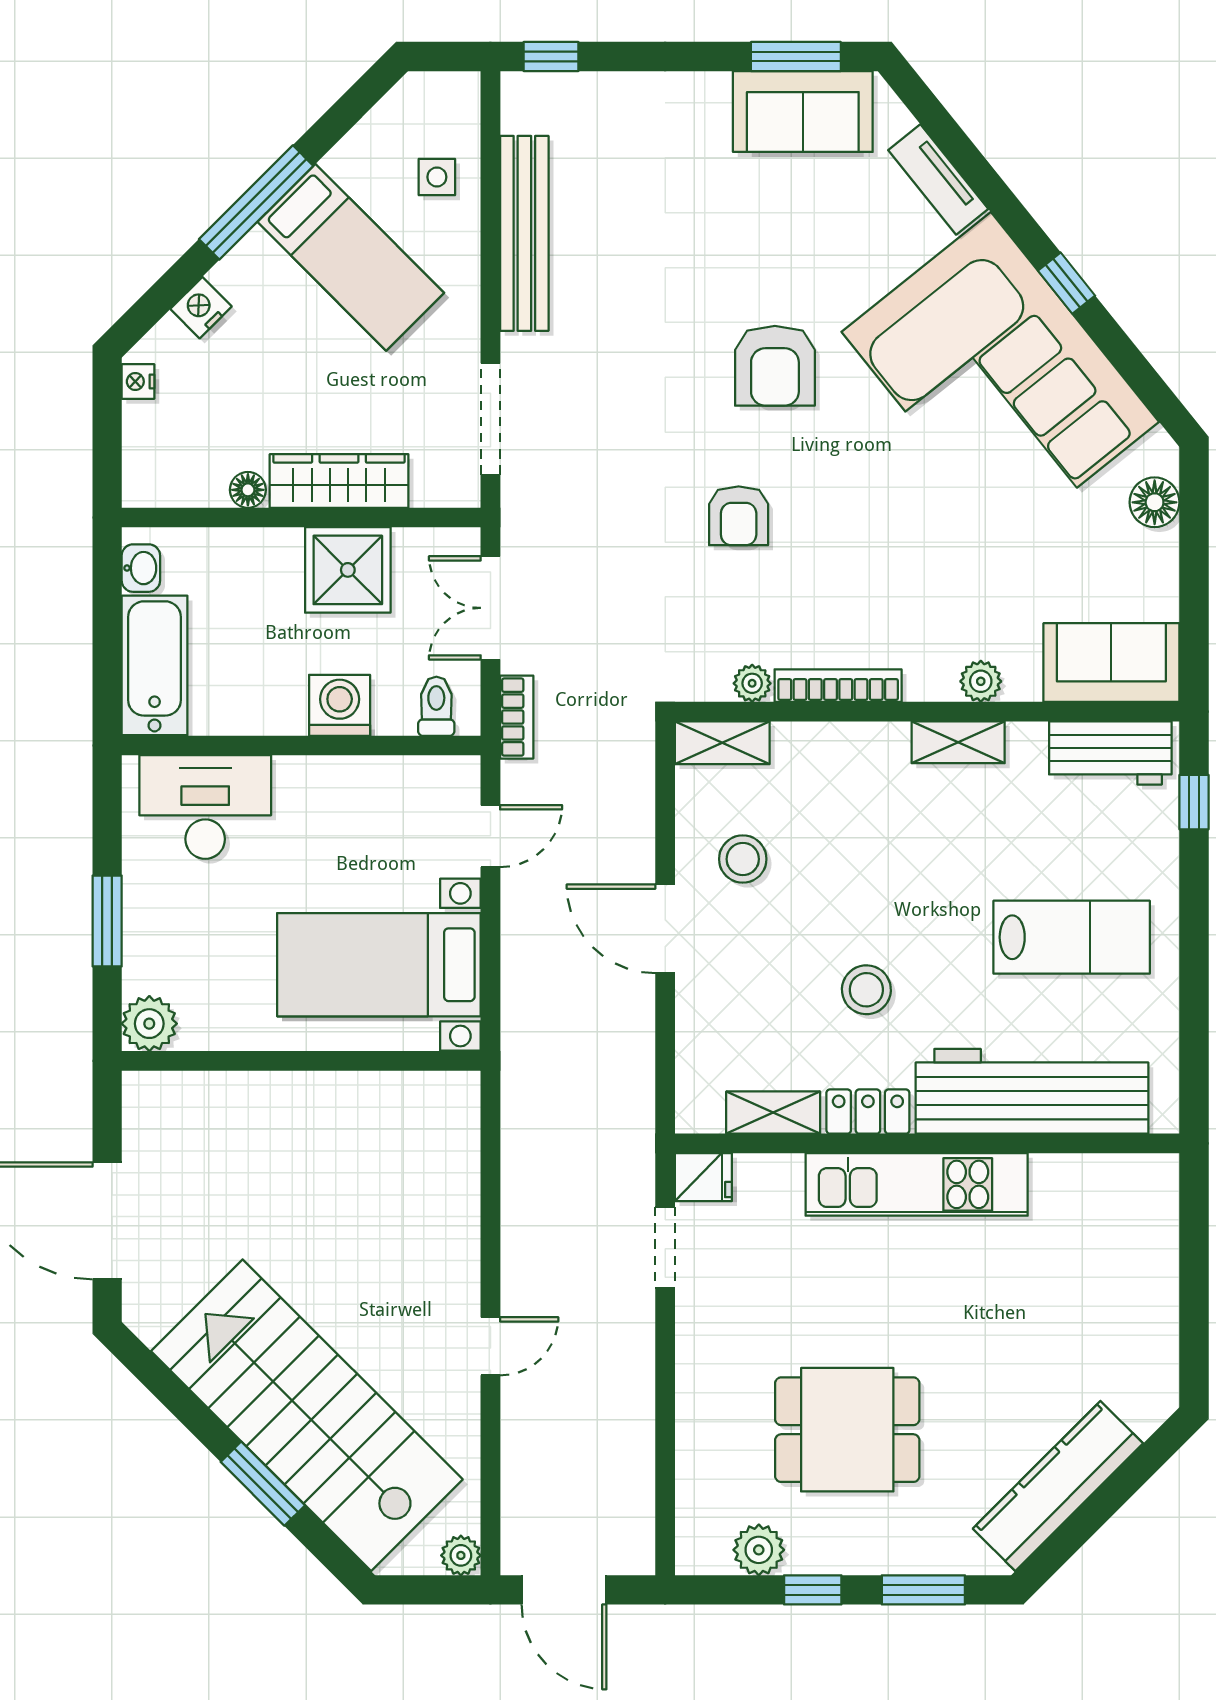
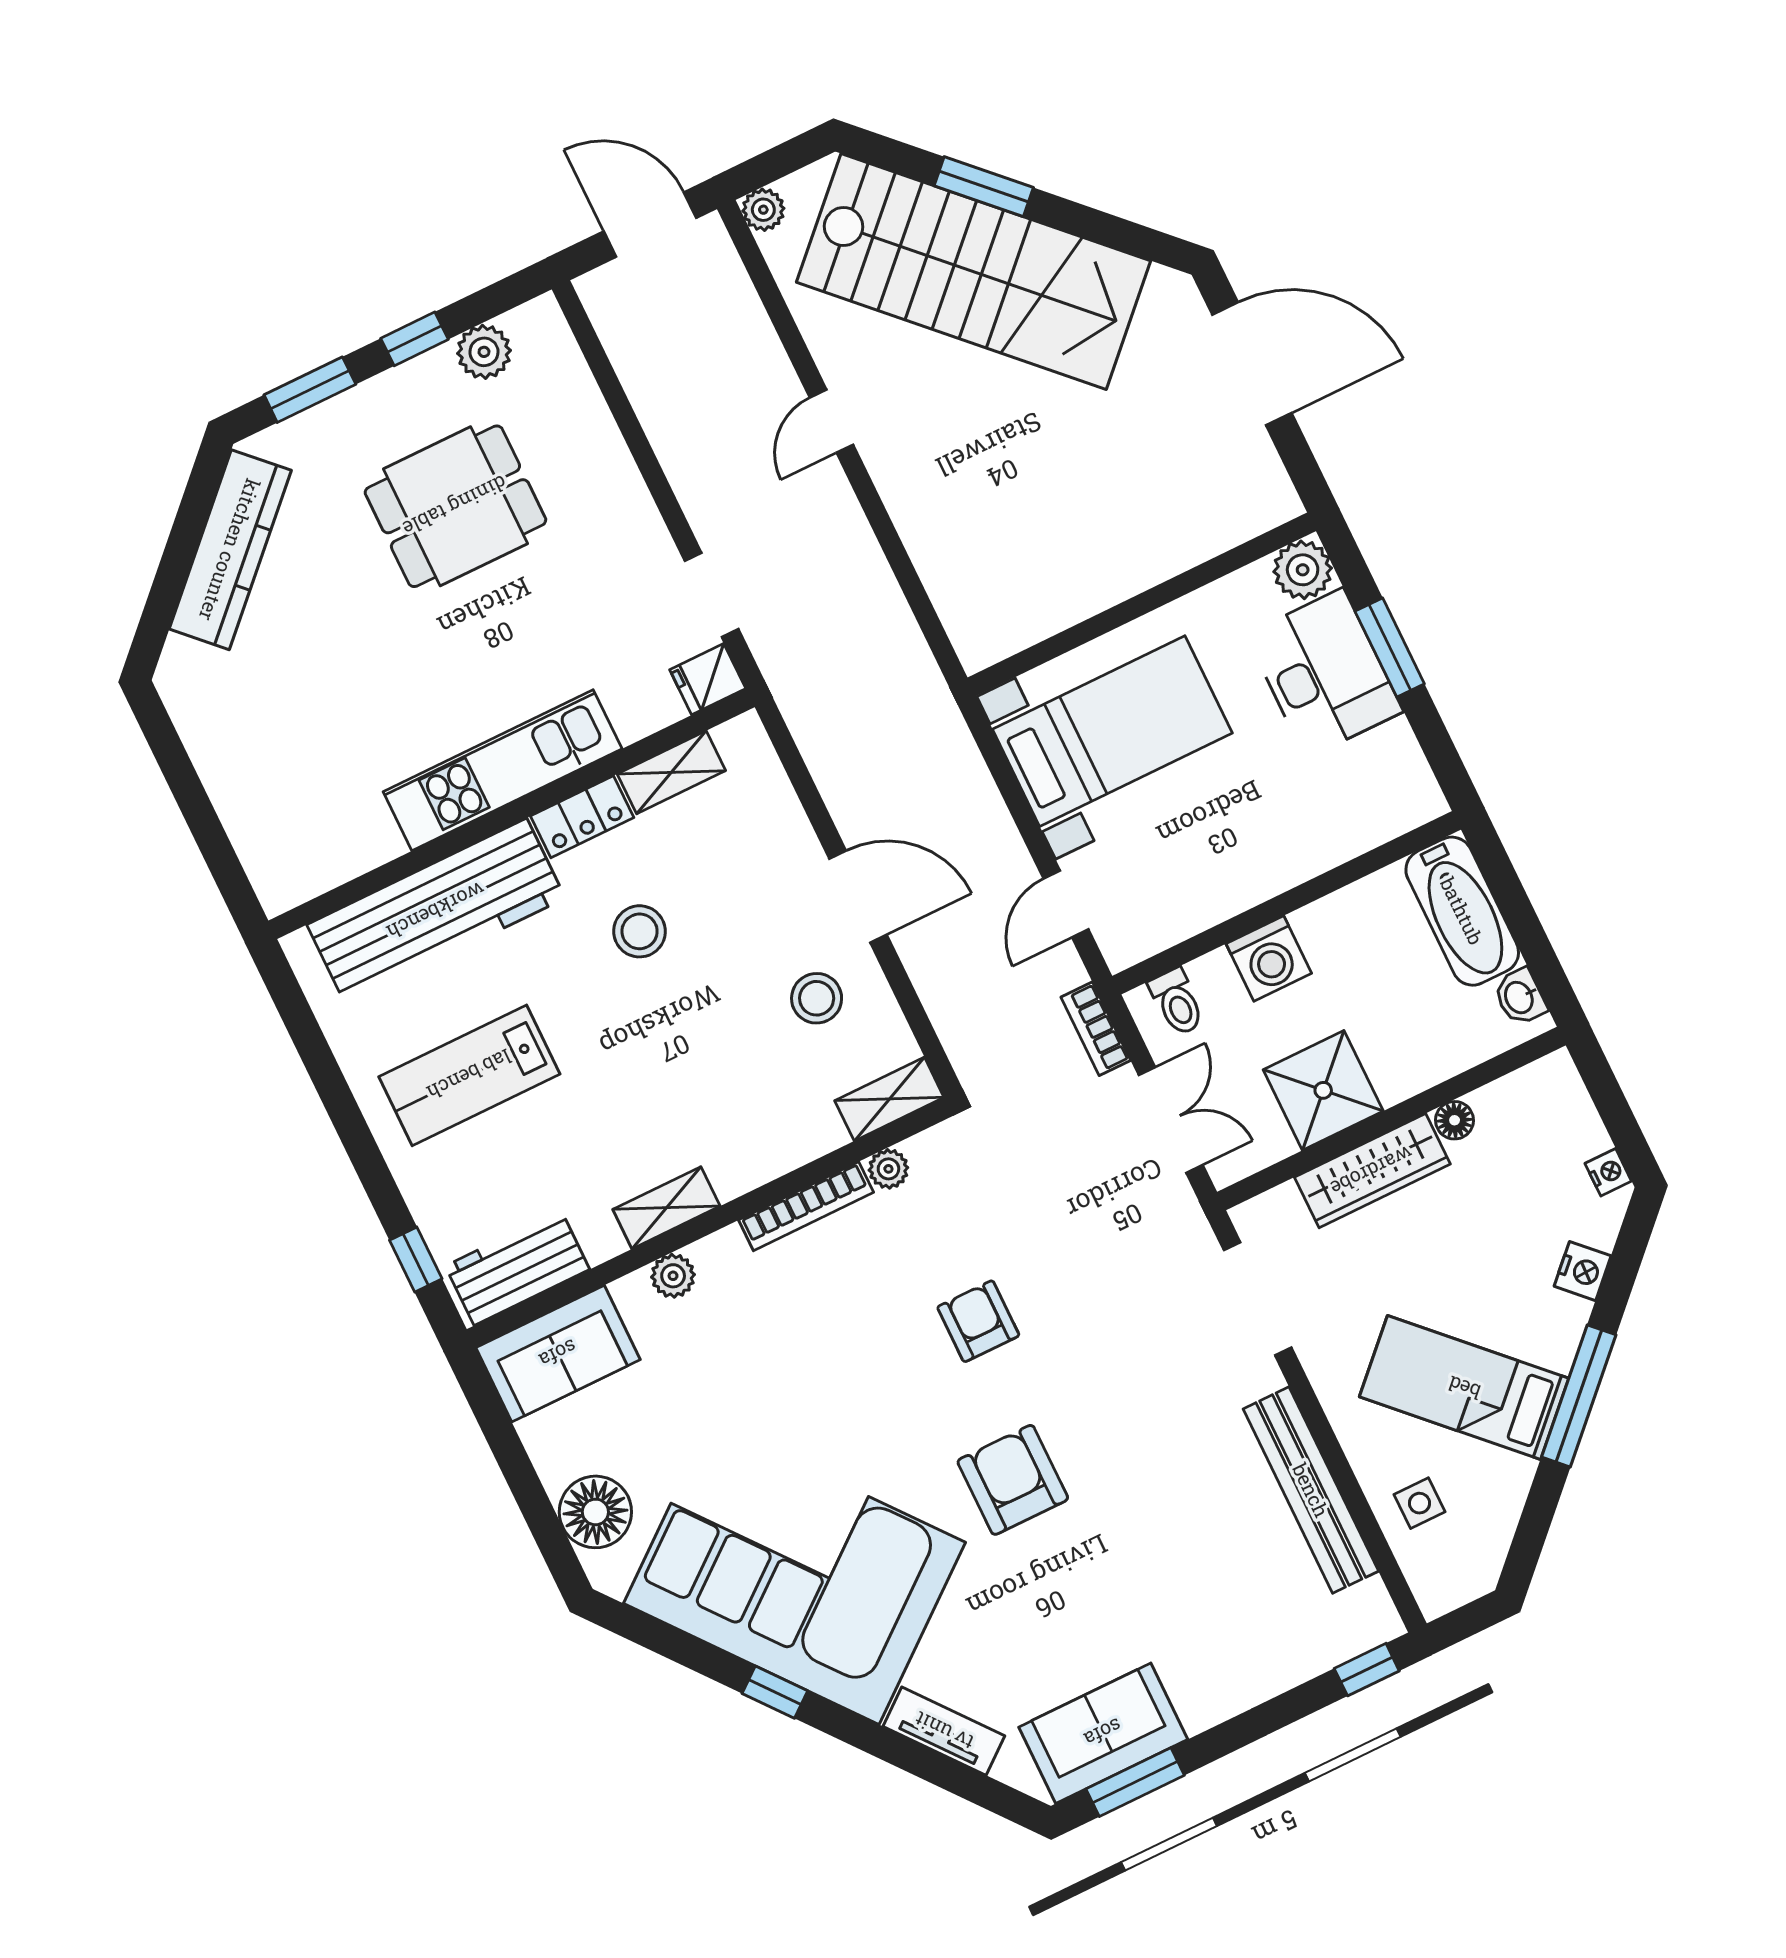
floor lamp: (1155, 502) -> (595, 1512), width x1.38, depth x1.38
desk: (205, 807) -> (1325, 673), moved, turned -90

